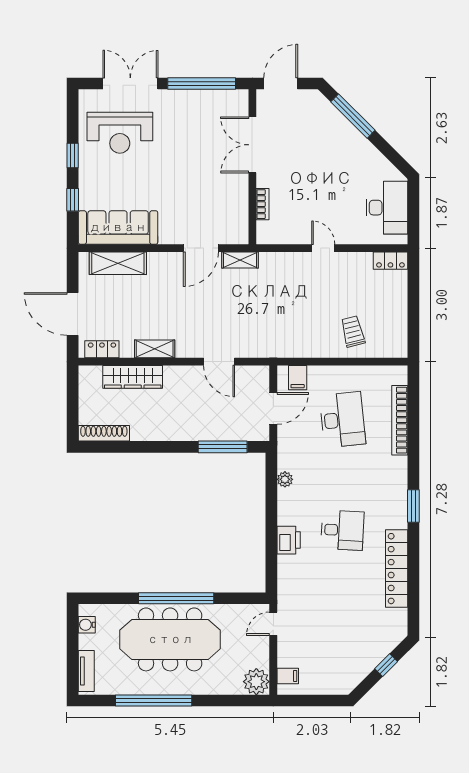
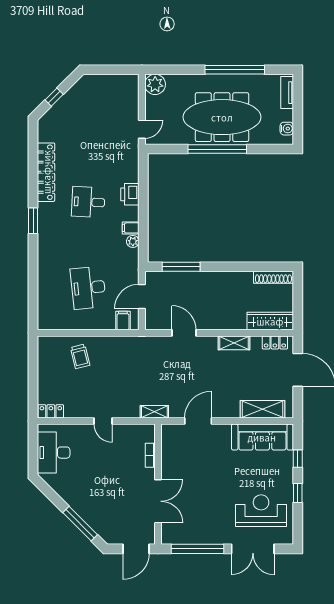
shelving: (240, 260) -> (154, 412), moved
wardrobe: (133, 377) -> (270, 321), moved
bookcase: (400, 420) -> (44, 287), removed
filing cabinet: (288, 676) -> (131, 228), moved

